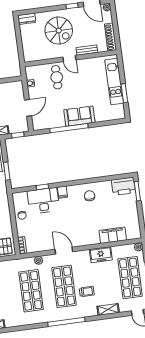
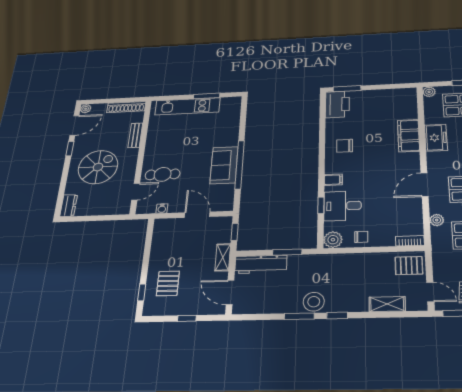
door: (69, 58) -> (136, 192), moved
sofa: (79, 116) -> (224, 165), moved
plant: (18, 198) -> (333, 240), added
desk: (43, 201) -> (342, 206), width x0.73
filing cabinet: (113, 235) -> (409, 136), moved

